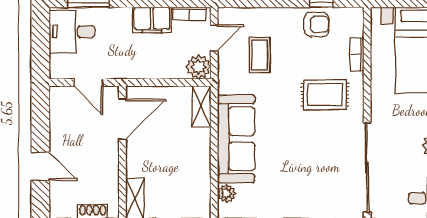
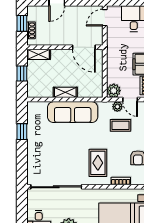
door: (88, 83) -> (105, 18), moved
shelving: (202, 107) -> (65, 92), moved
plant: (226, 193) -> (117, 107), moved

